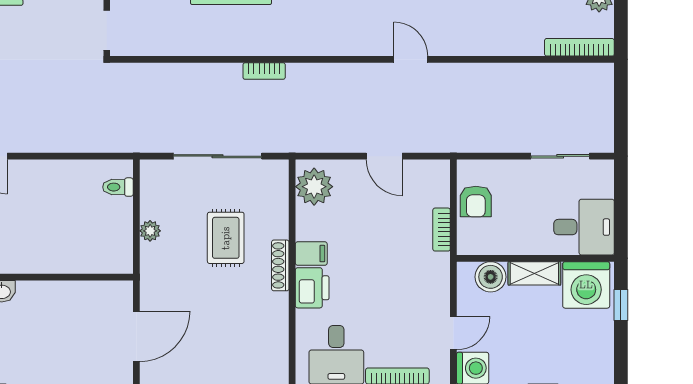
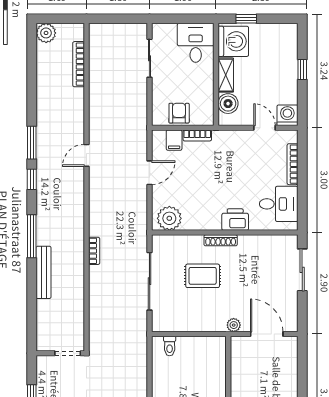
bookcase: (579, 47) -> (79, 64), moved
armchair: (476, 202) -> (179, 113), turned -90
plant: (150, 231) -> (234, 325), moved
filing cabinet: (311, 254) -> (174, 140), moved, turned 180

